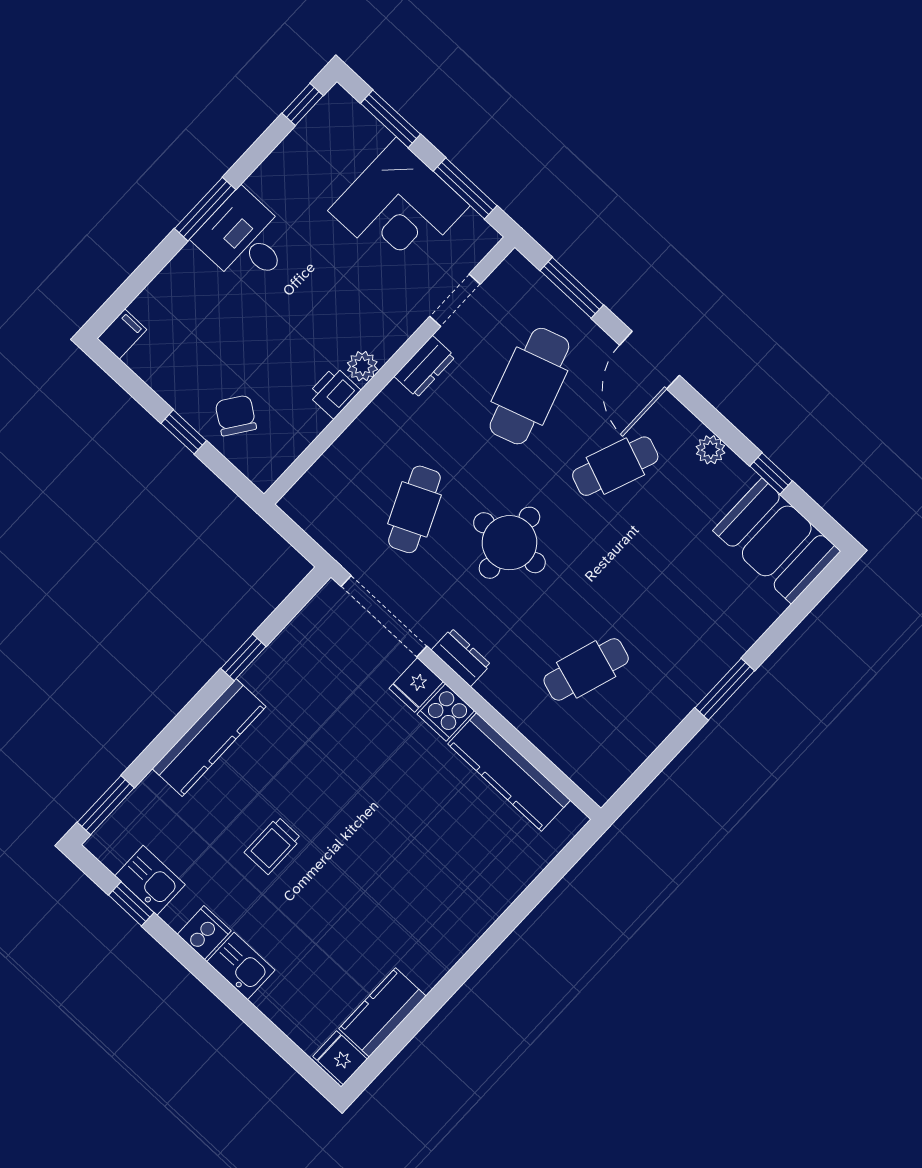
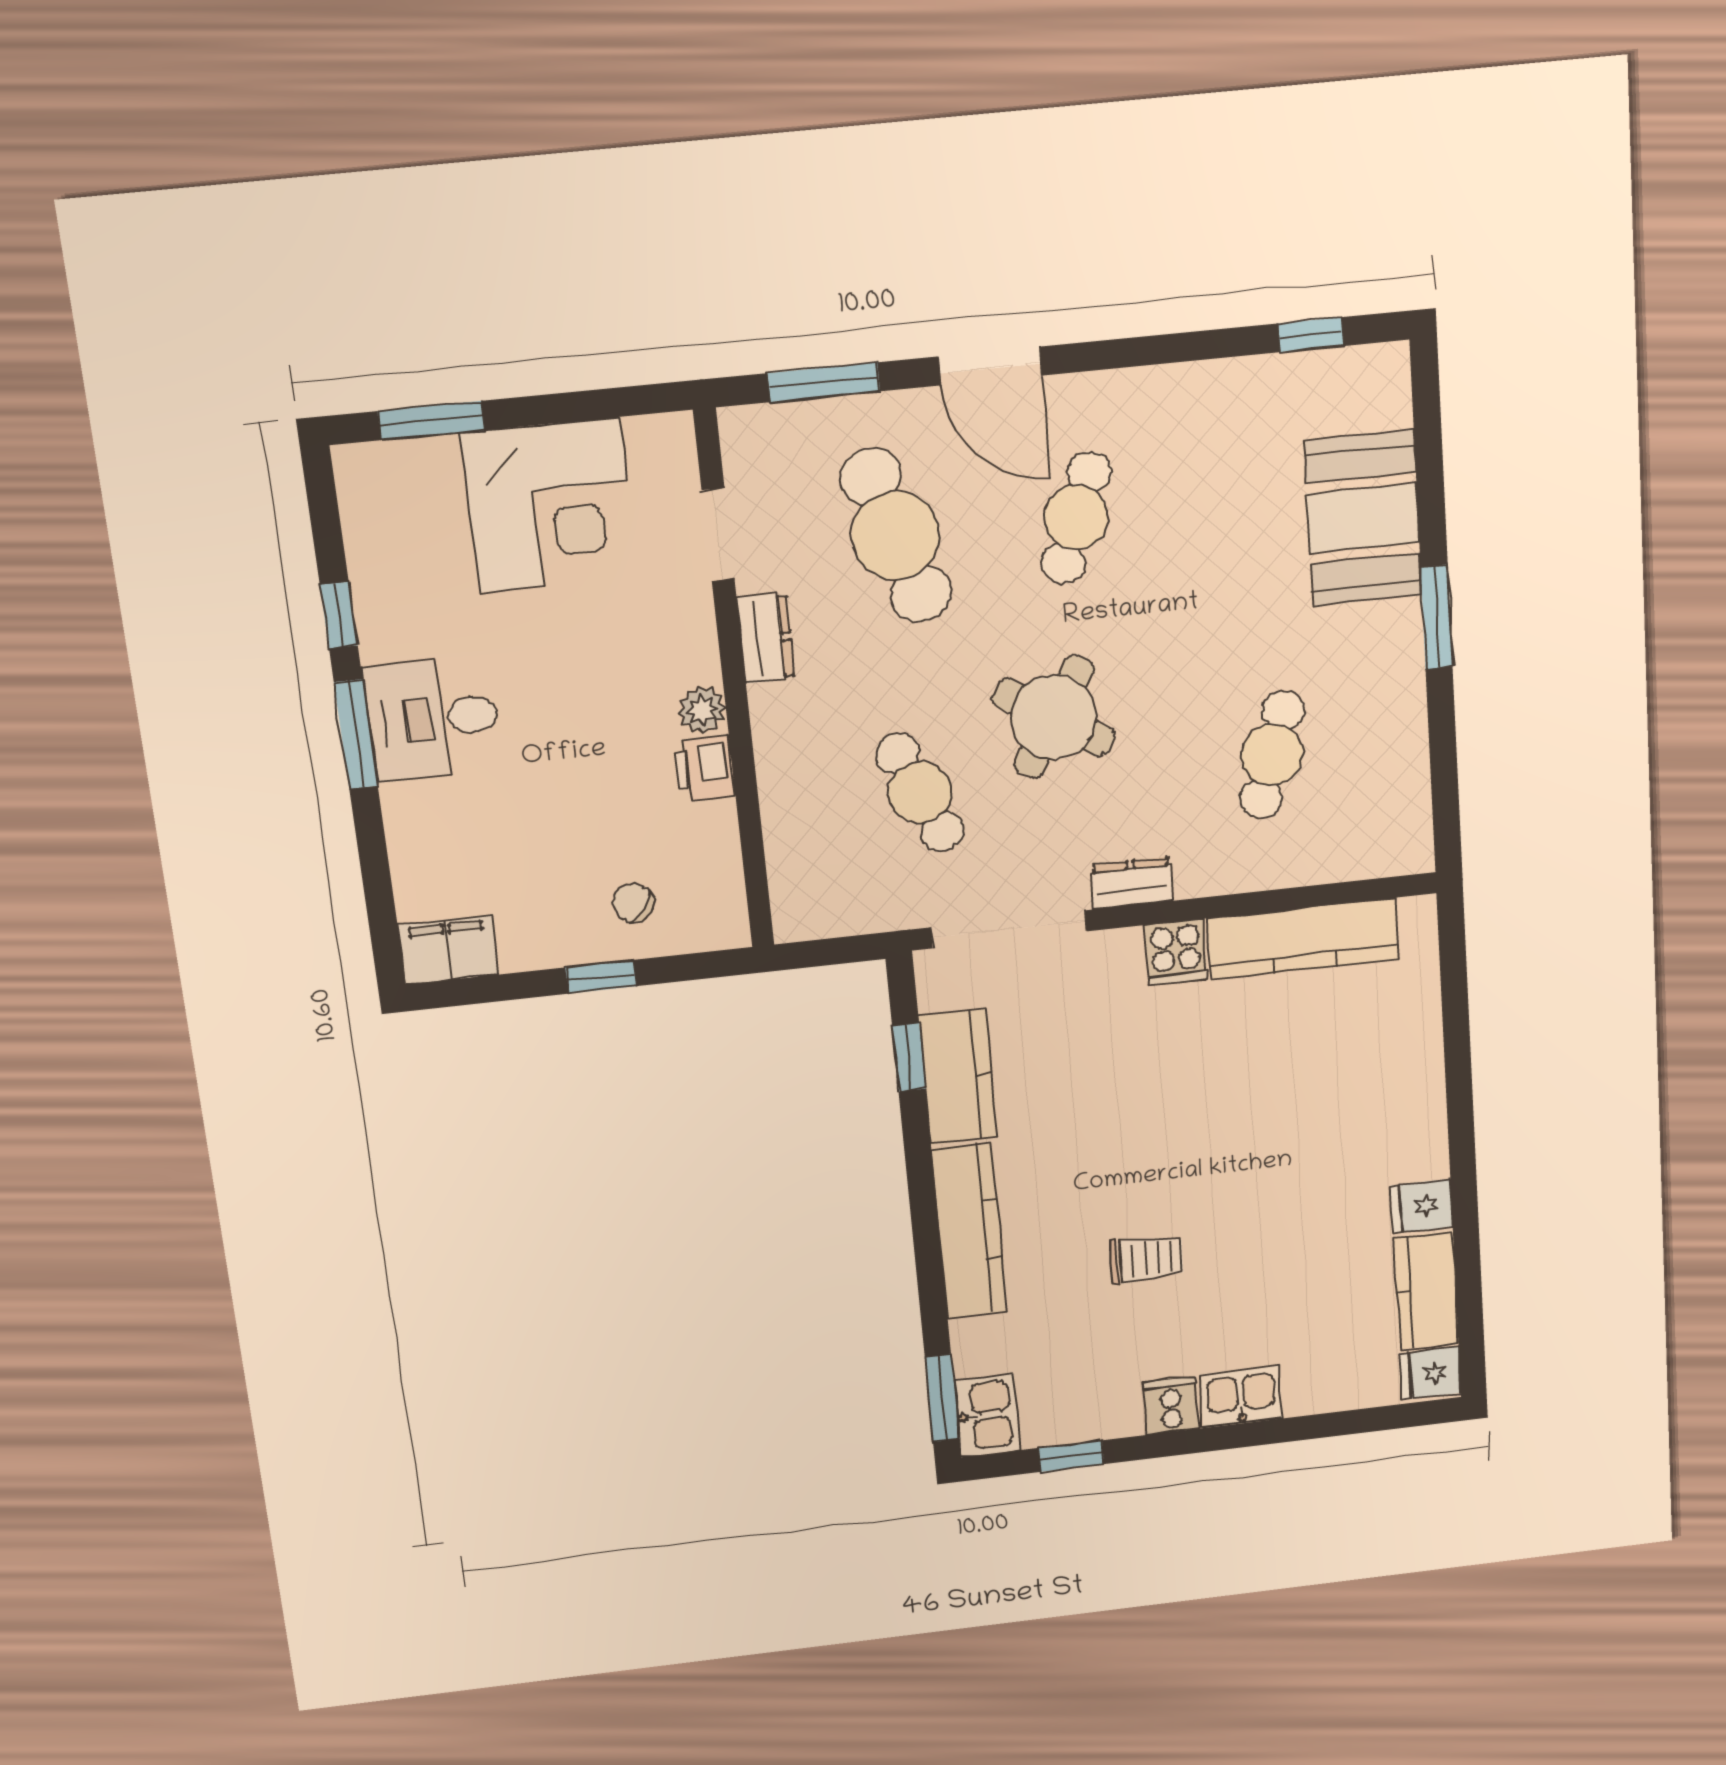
window: (303, 104) -> (339, 615), moved
window: (465, 188) -> (594, 405), removed
filing cabinet: (122, 334) -> (448, 950), width x2.00
chair: (236, 415) -> (633, 903), width x0.73, depth x0.73
plant: (710, 450) -> (1157, 388), removed
window: (771, 474) -> (1311, 335), moved
booth: (777, 541) -> (1363, 518), moved, turned 90
round table: (509, 543) -> (1054, 717), turned 37
window: (243, 657) -> (909, 1057), moved
kitchen counter: (286, 659) -> (958, 1077), added
fridge: (416, 685) -> (1422, 1206), moved, turned 90
trolley: (273, 845) -> (1147, 1259), turned -89
kitchen sink: (150, 880) -> (987, 1415), moved, turned 90

